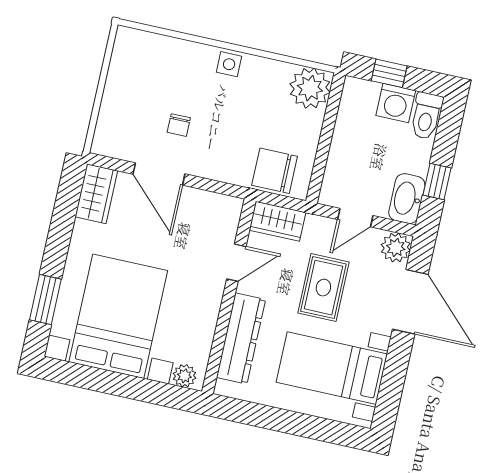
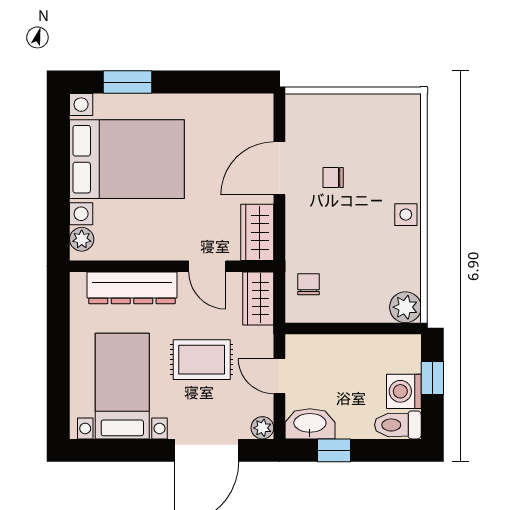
plant: (310, 88) -> (405, 307), width x0.73, depth x0.73
chair: (275, 171) -> (309, 284), width x0.54, depth x0.54
wardrobe: (96, 194) -> (257, 232), moved, turned 90
plant: (396, 248) -> (262, 428), width x0.73, depth x0.73

